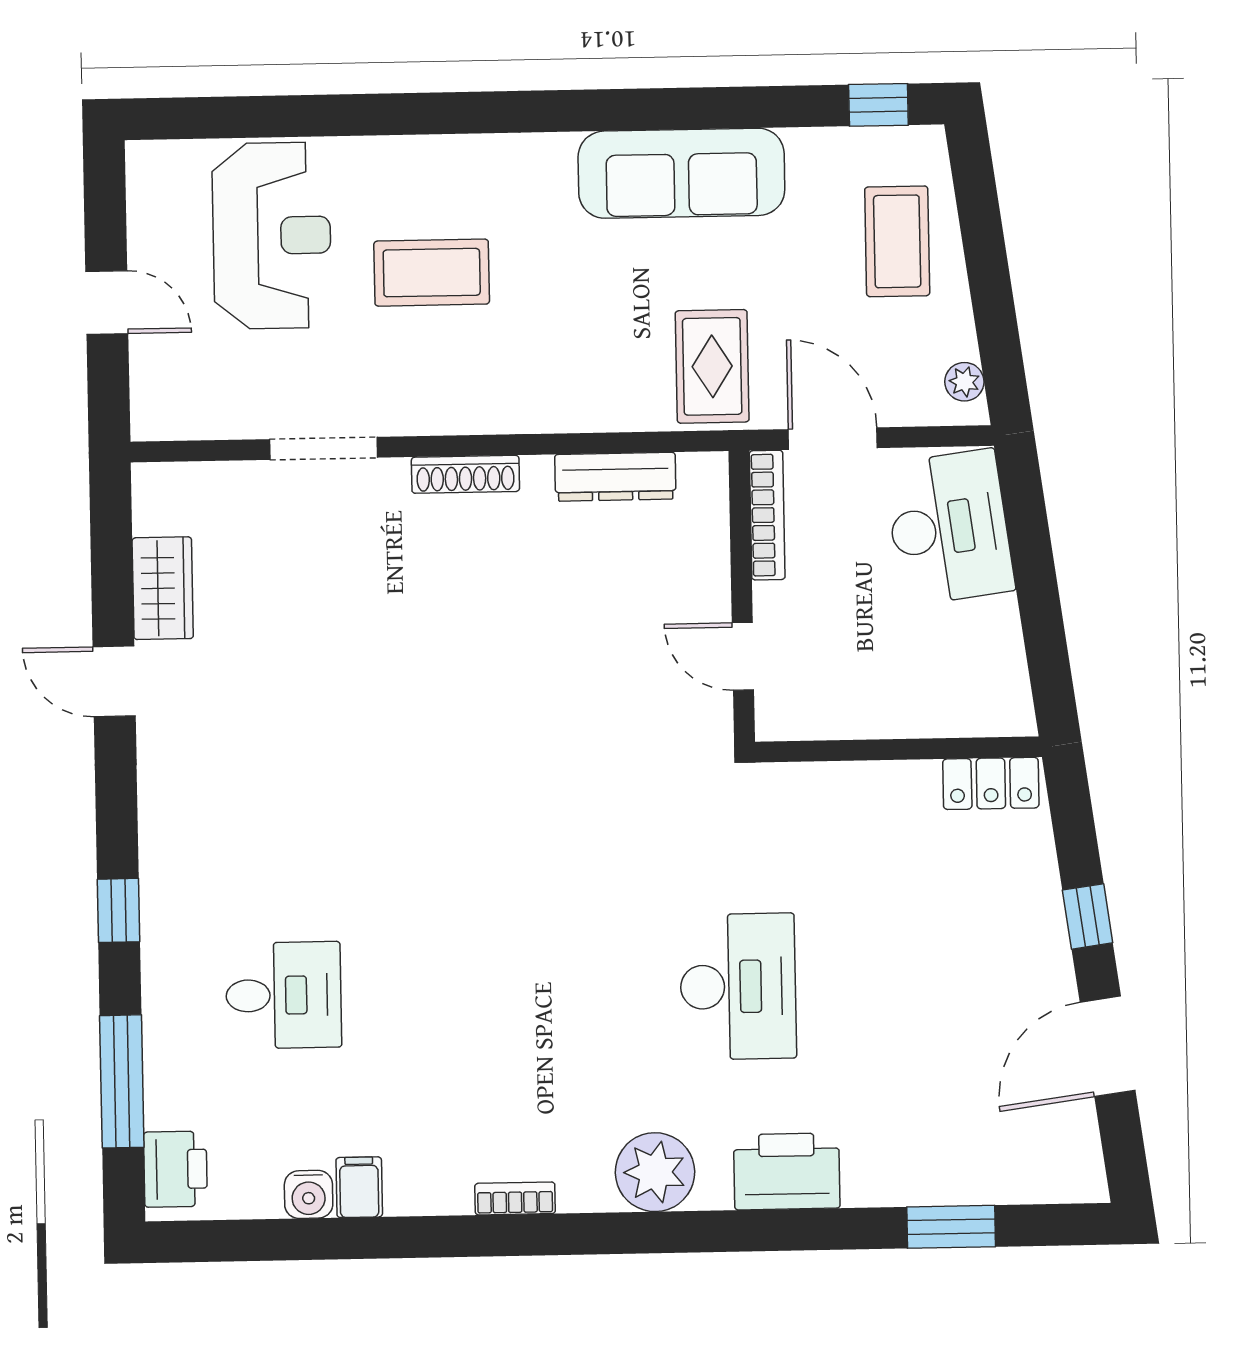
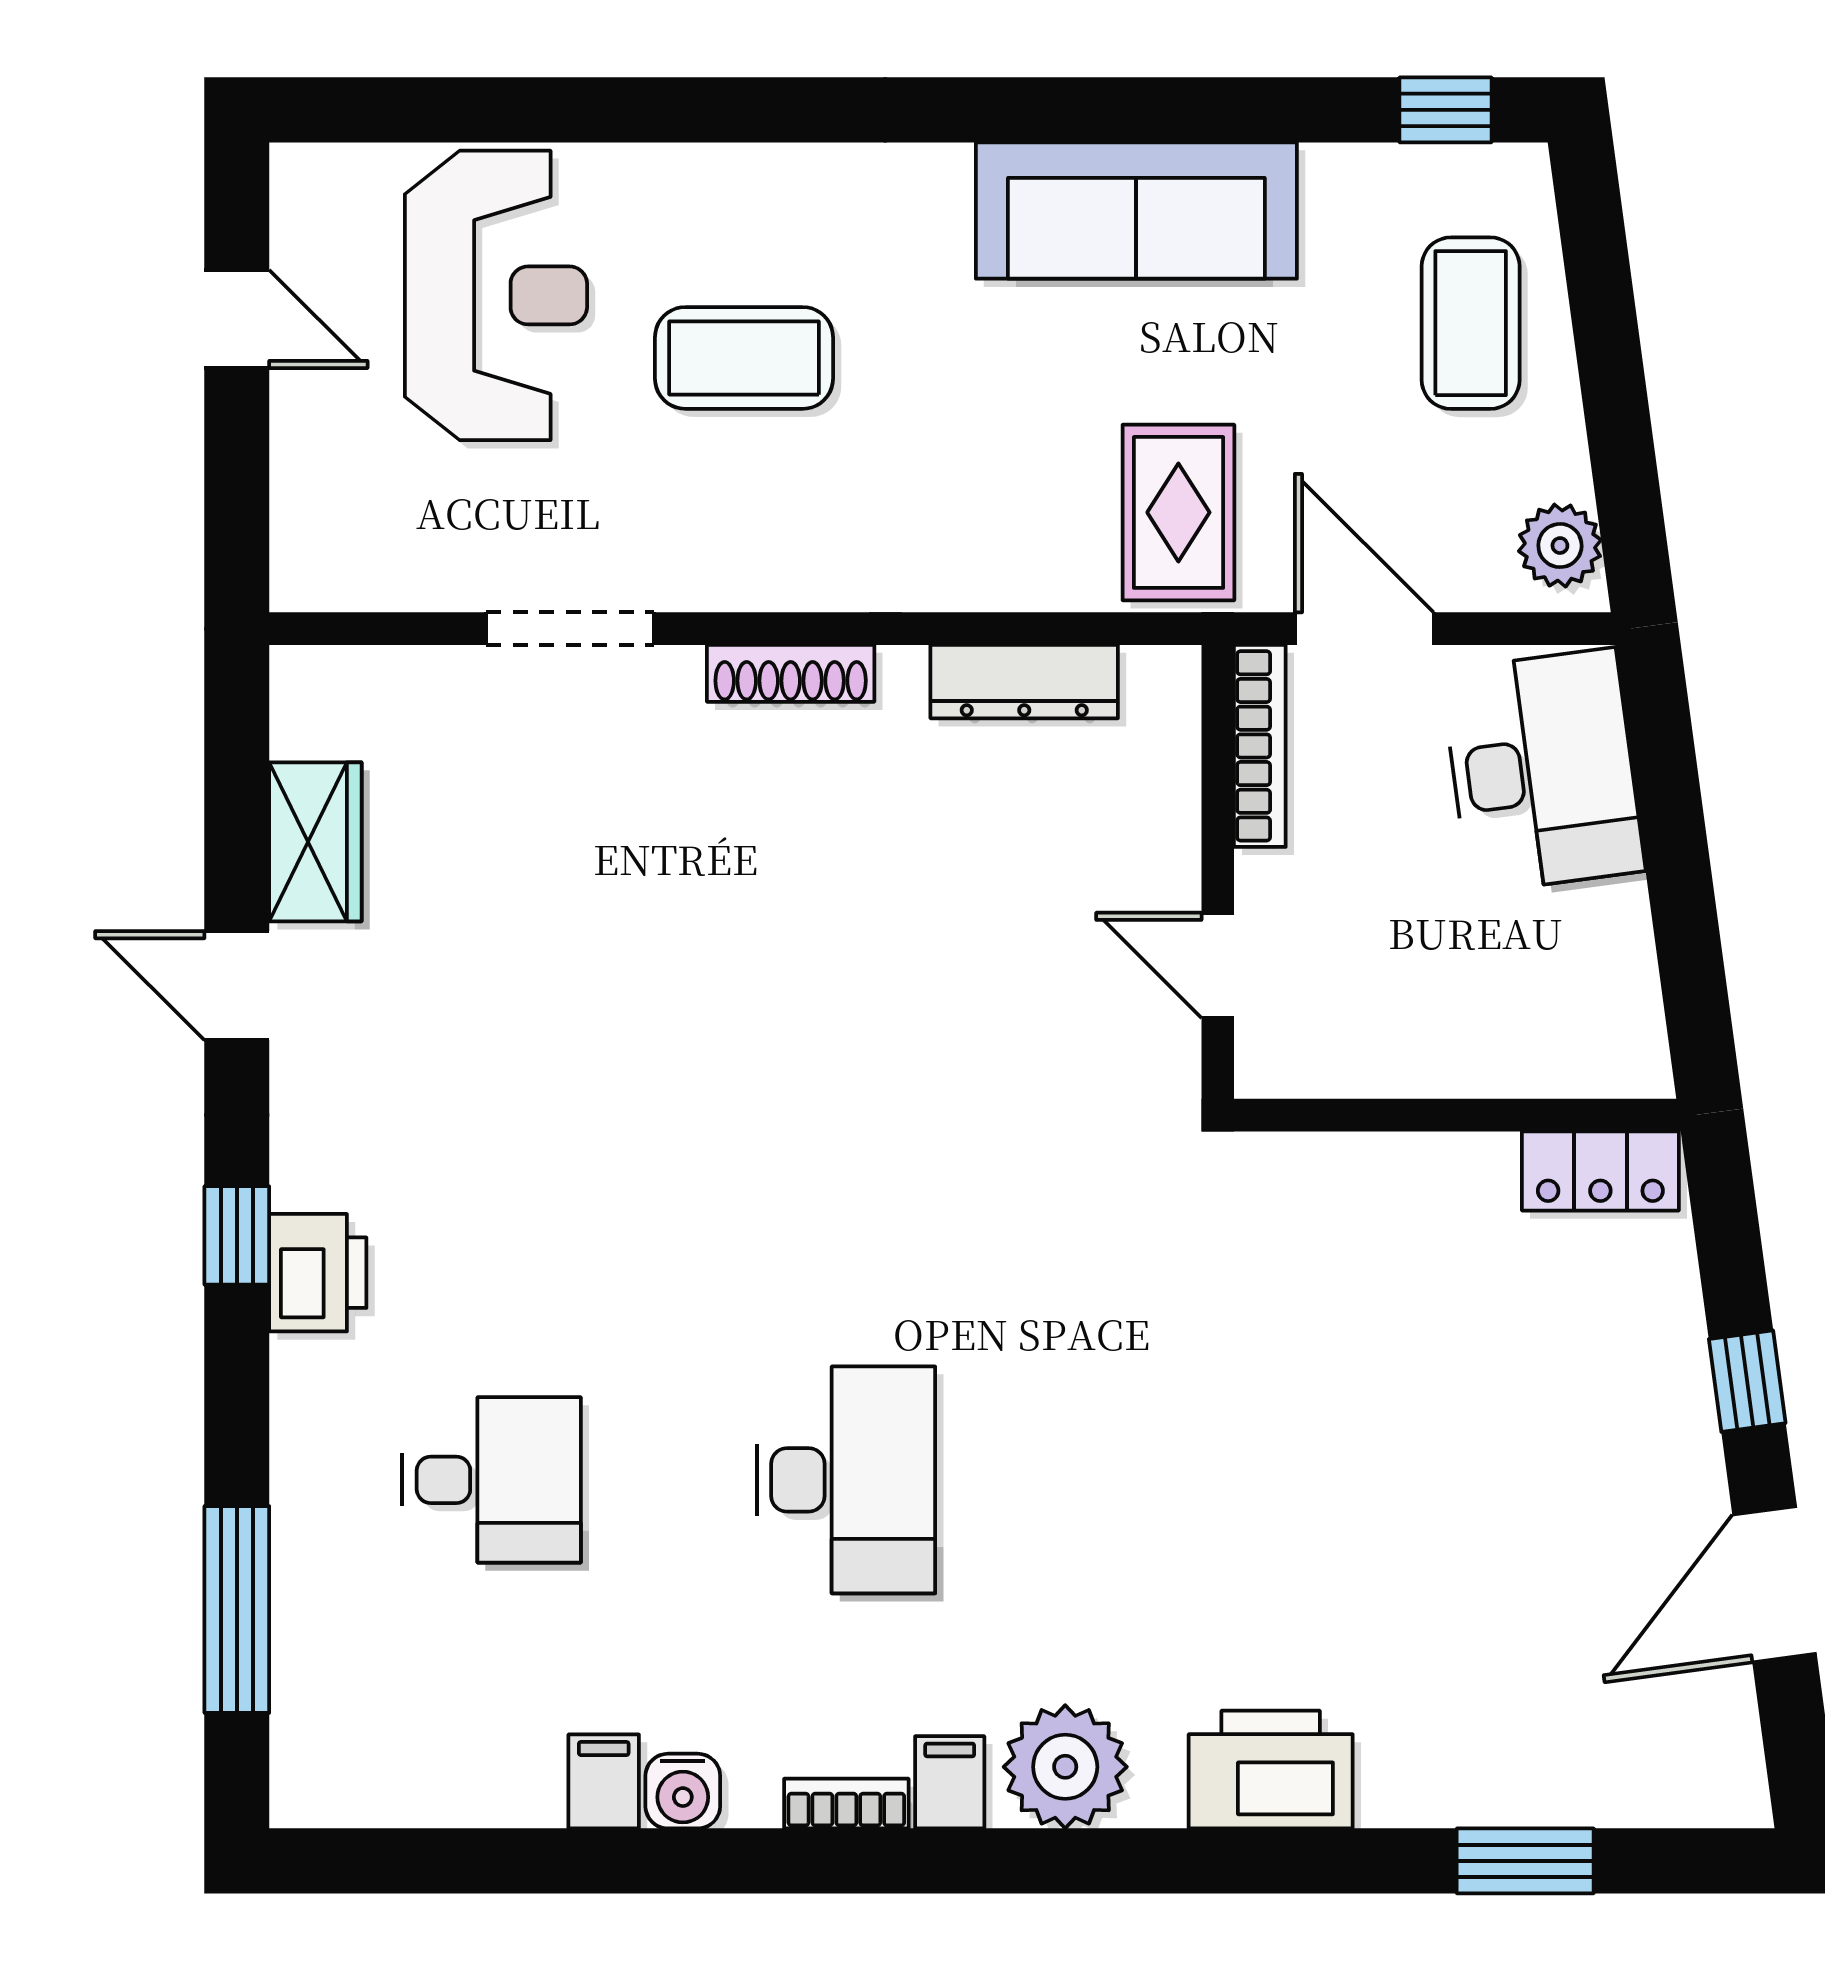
door: (107, 303) -> (237, 319), moved
plant: (964, 382) -> (1560, 546), width x1.38, depth x1.38
window: (118, 910) -> (237, 1235), moved
desk: (738, 986) -> (846, 1480), moved
printer: (175, 1169) -> (318, 1273), moved
filing cabinet: (581, 1184) -> (950, 1782), added
water cooler: (309, 1194) -> (683, 1791), moved

